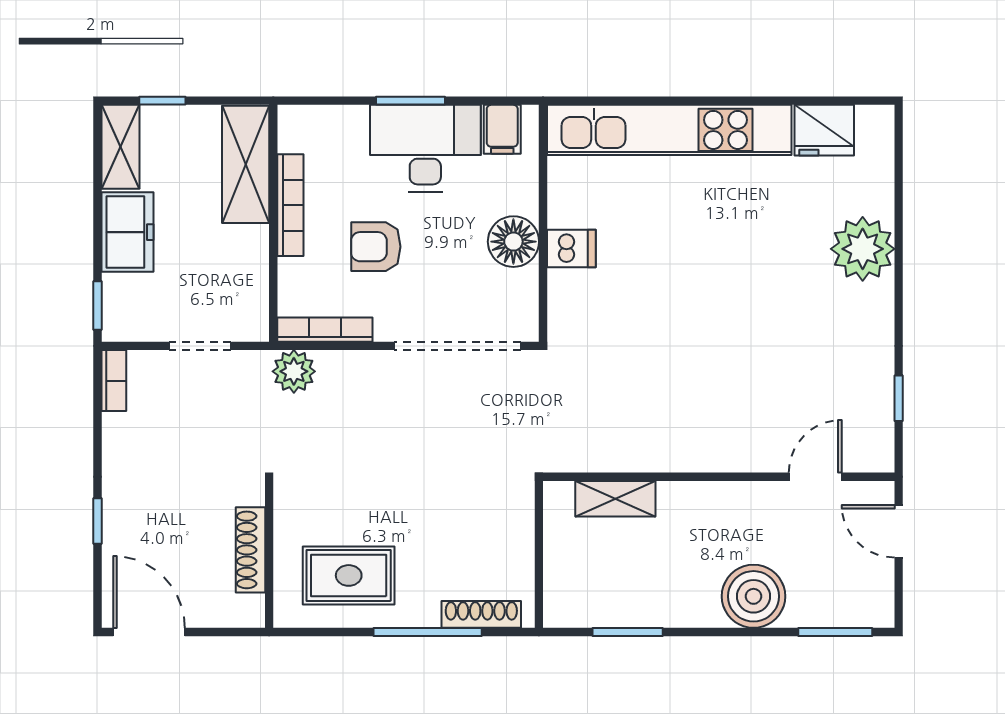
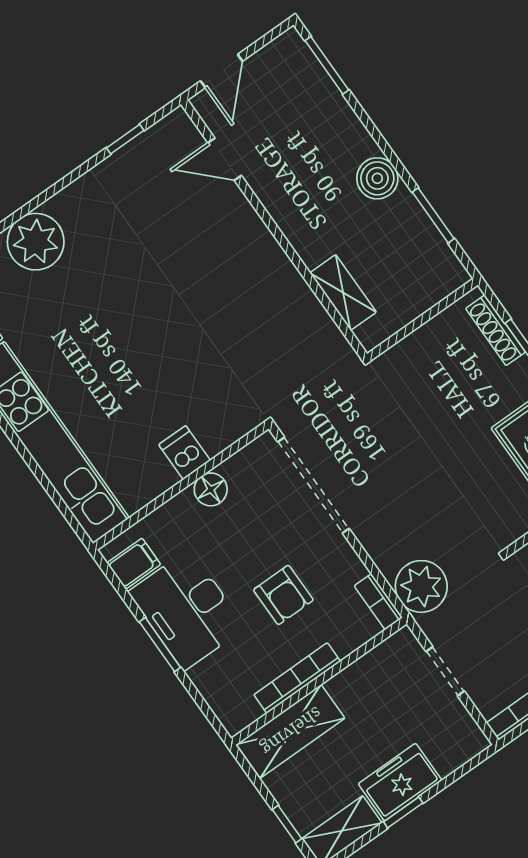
floor lamp: (513, 242) -> (211, 489), width x0.73, depth x0.73
window: (97, 305) -> (403, 812), moved
bookcase: (325, 330) -> (378, 602), width x0.64
plant: (294, 371) -> (421, 586), width x1.36, depth x1.36
boiler: (754, 596) -> (377, 178), moved, width x0.73, depth x0.73

